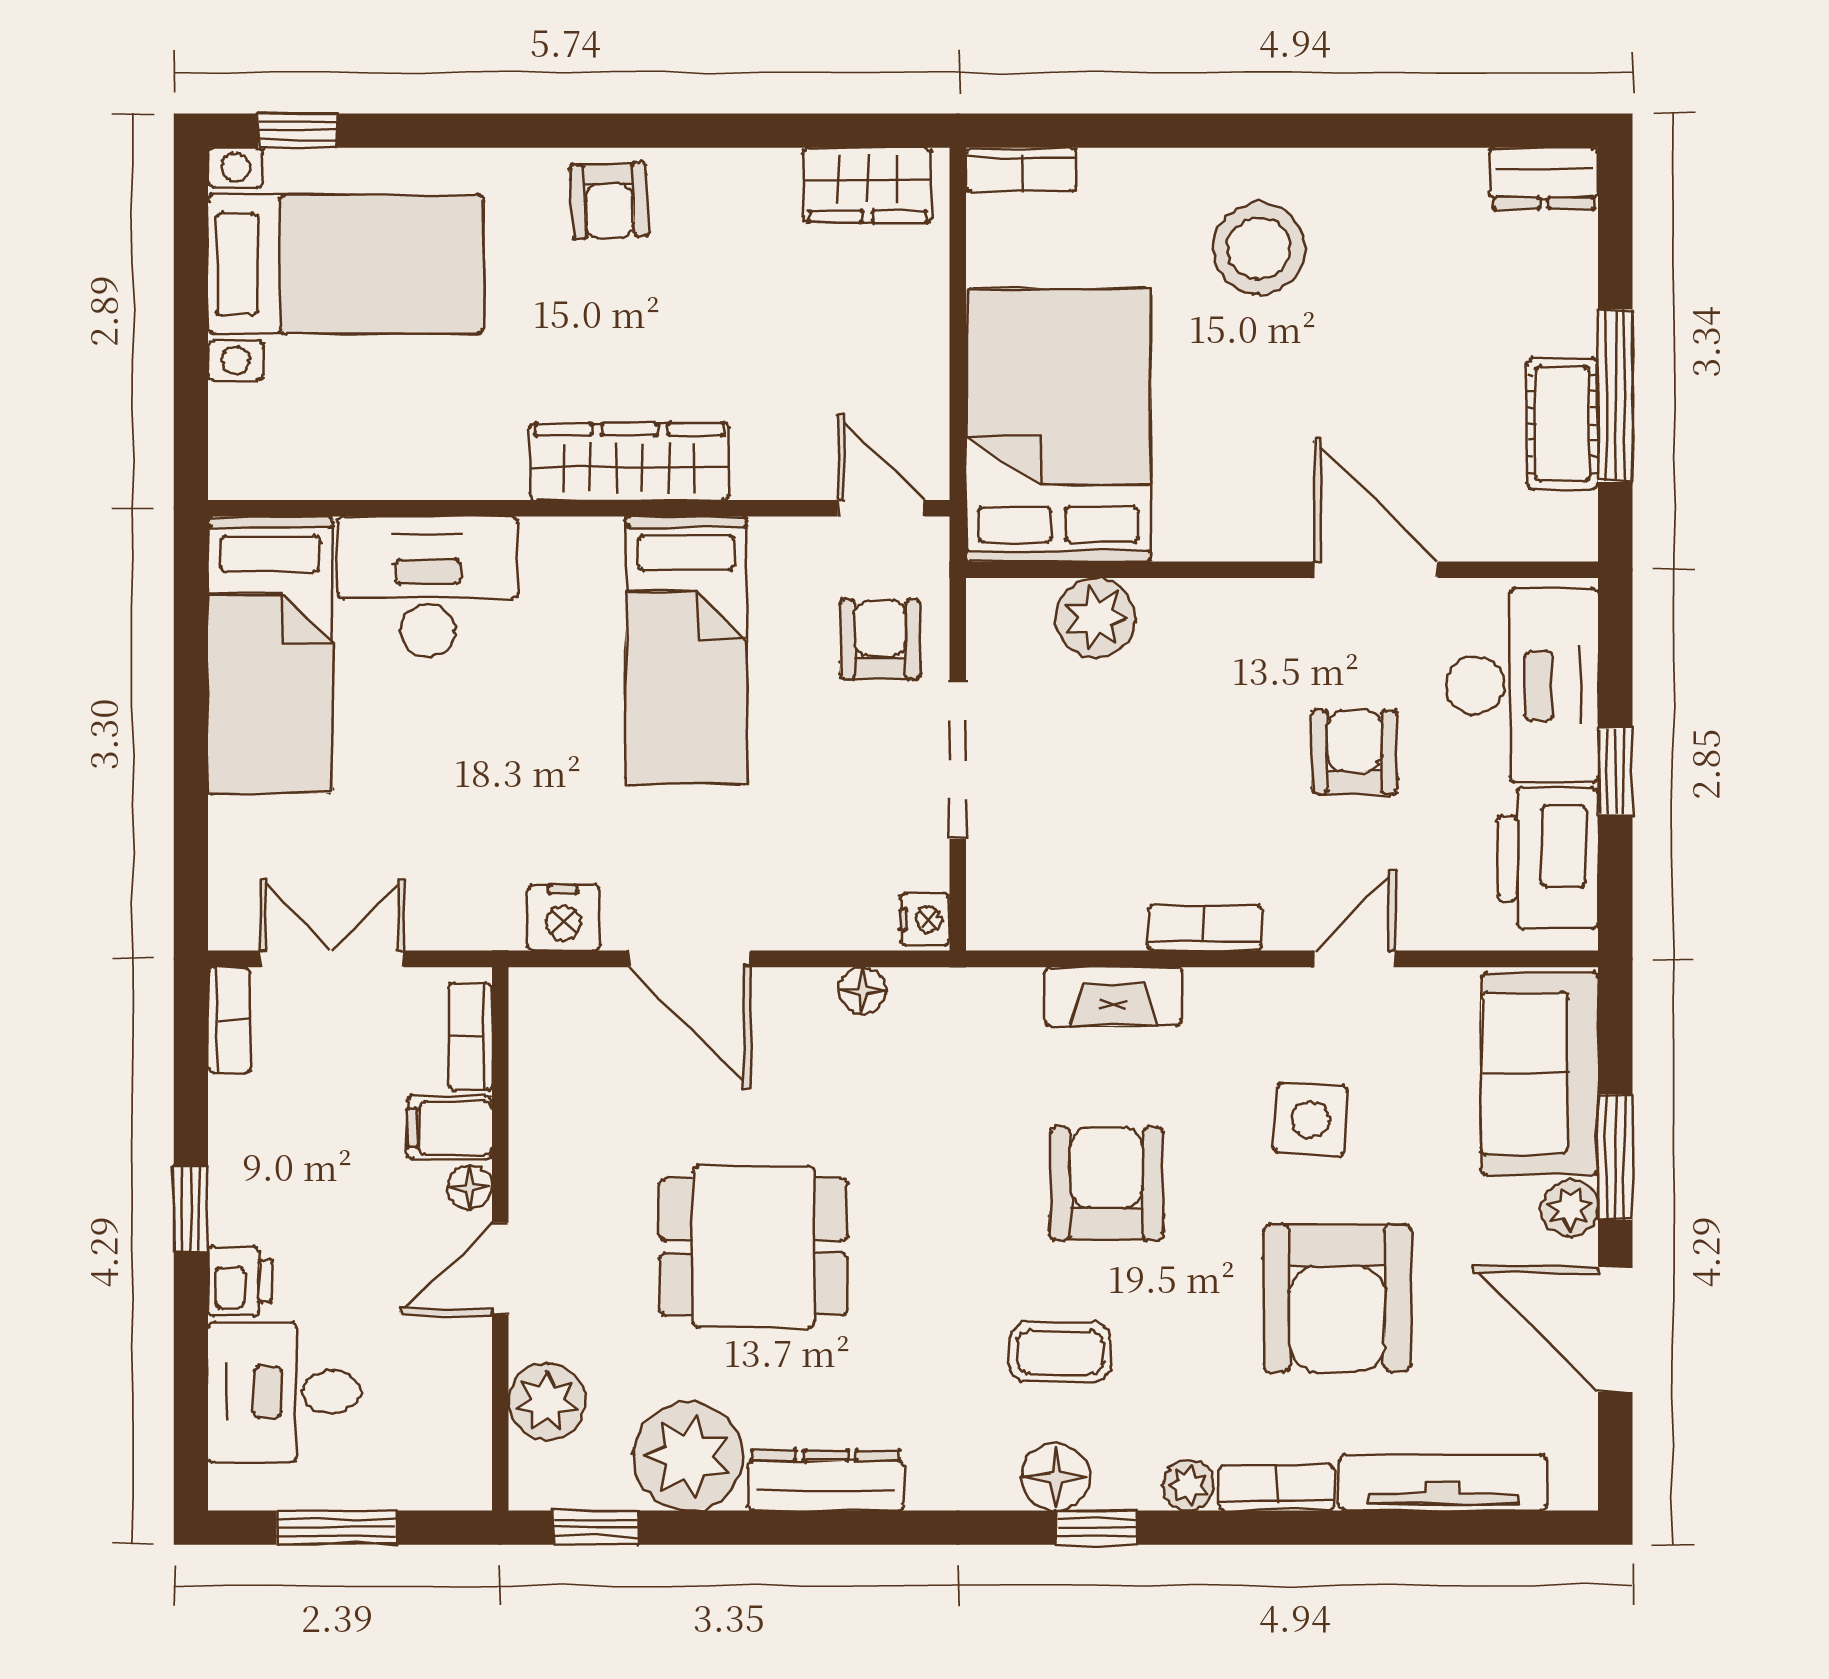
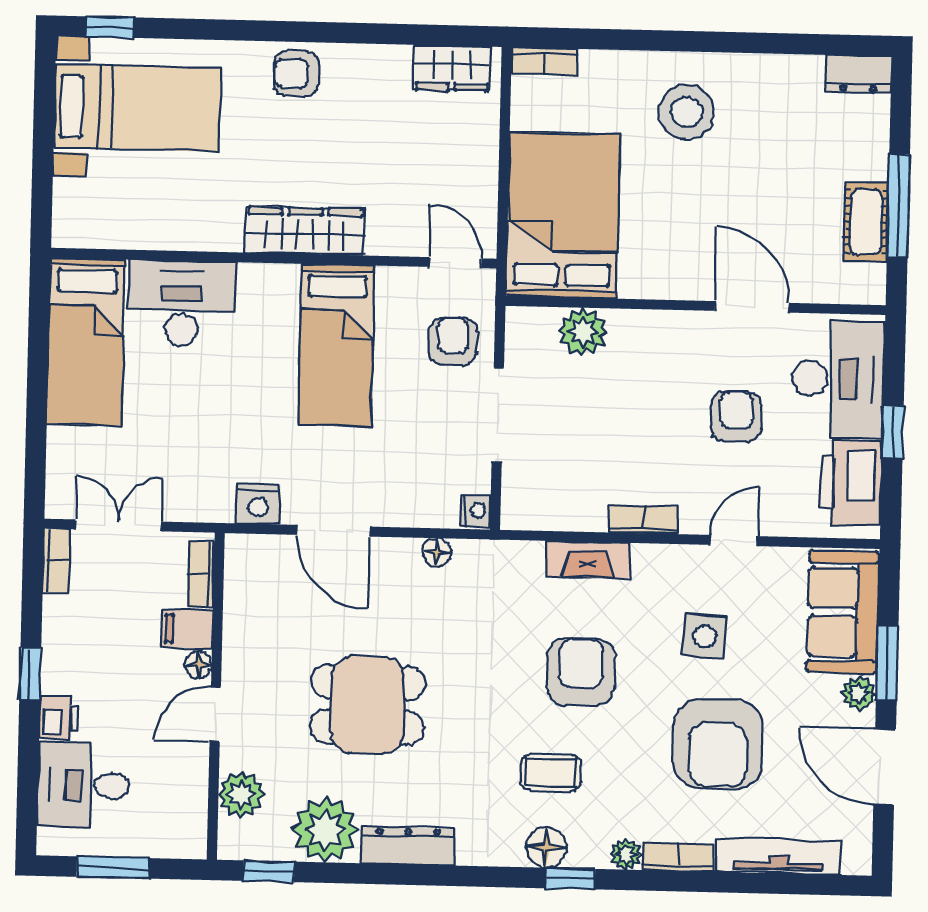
armchair: (609, 201) -> (296, 74), turned 93

